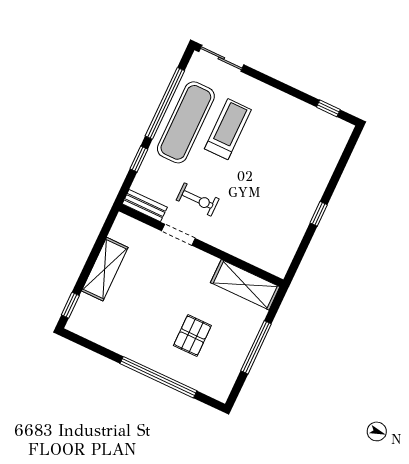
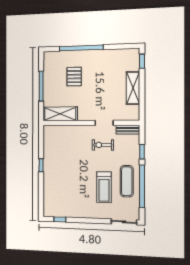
exercise mat: (186, 122) -> (127, 181), width x0.73, depth x0.69

